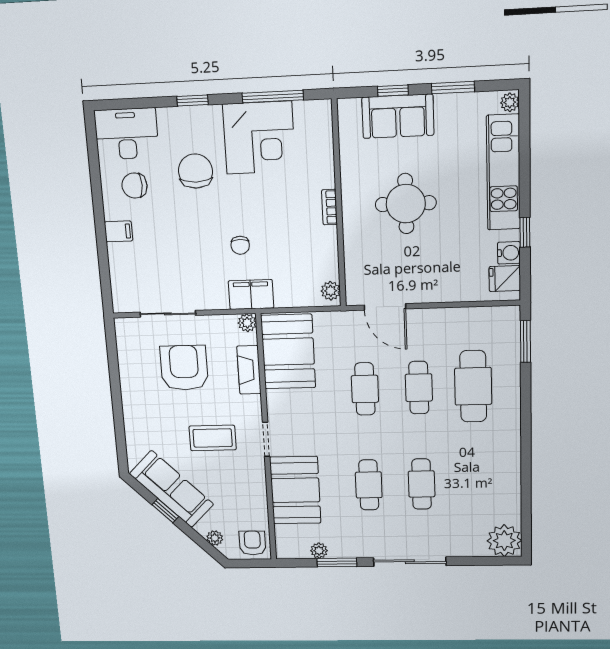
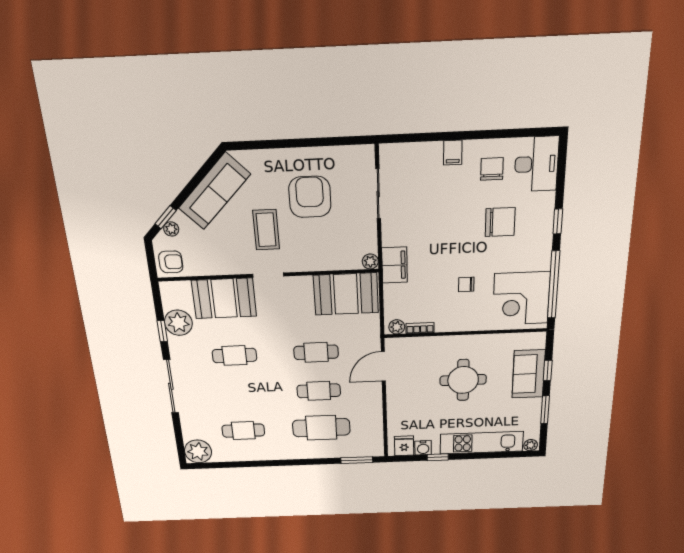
window: (273, 97) -> (554, 285), width x1.46
corner desk: (259, 138) -> (521, 298), moved
bookcase: (330, 207) -> (420, 328), moved
chair: (240, 245) -> (466, 284), moved
armchair: (184, 368) -> (310, 197), moved, turned -90
fireplace: (249, 370) -> (329, 262), removed
cafe table: (422, 484) -> (243, 431), moved
window: (165, 511) -> (166, 217), moved
plant: (319, 551) -> (178, 323), width x1.88, depth x1.88
window: (337, 562) -> (162, 331), width x0.67

